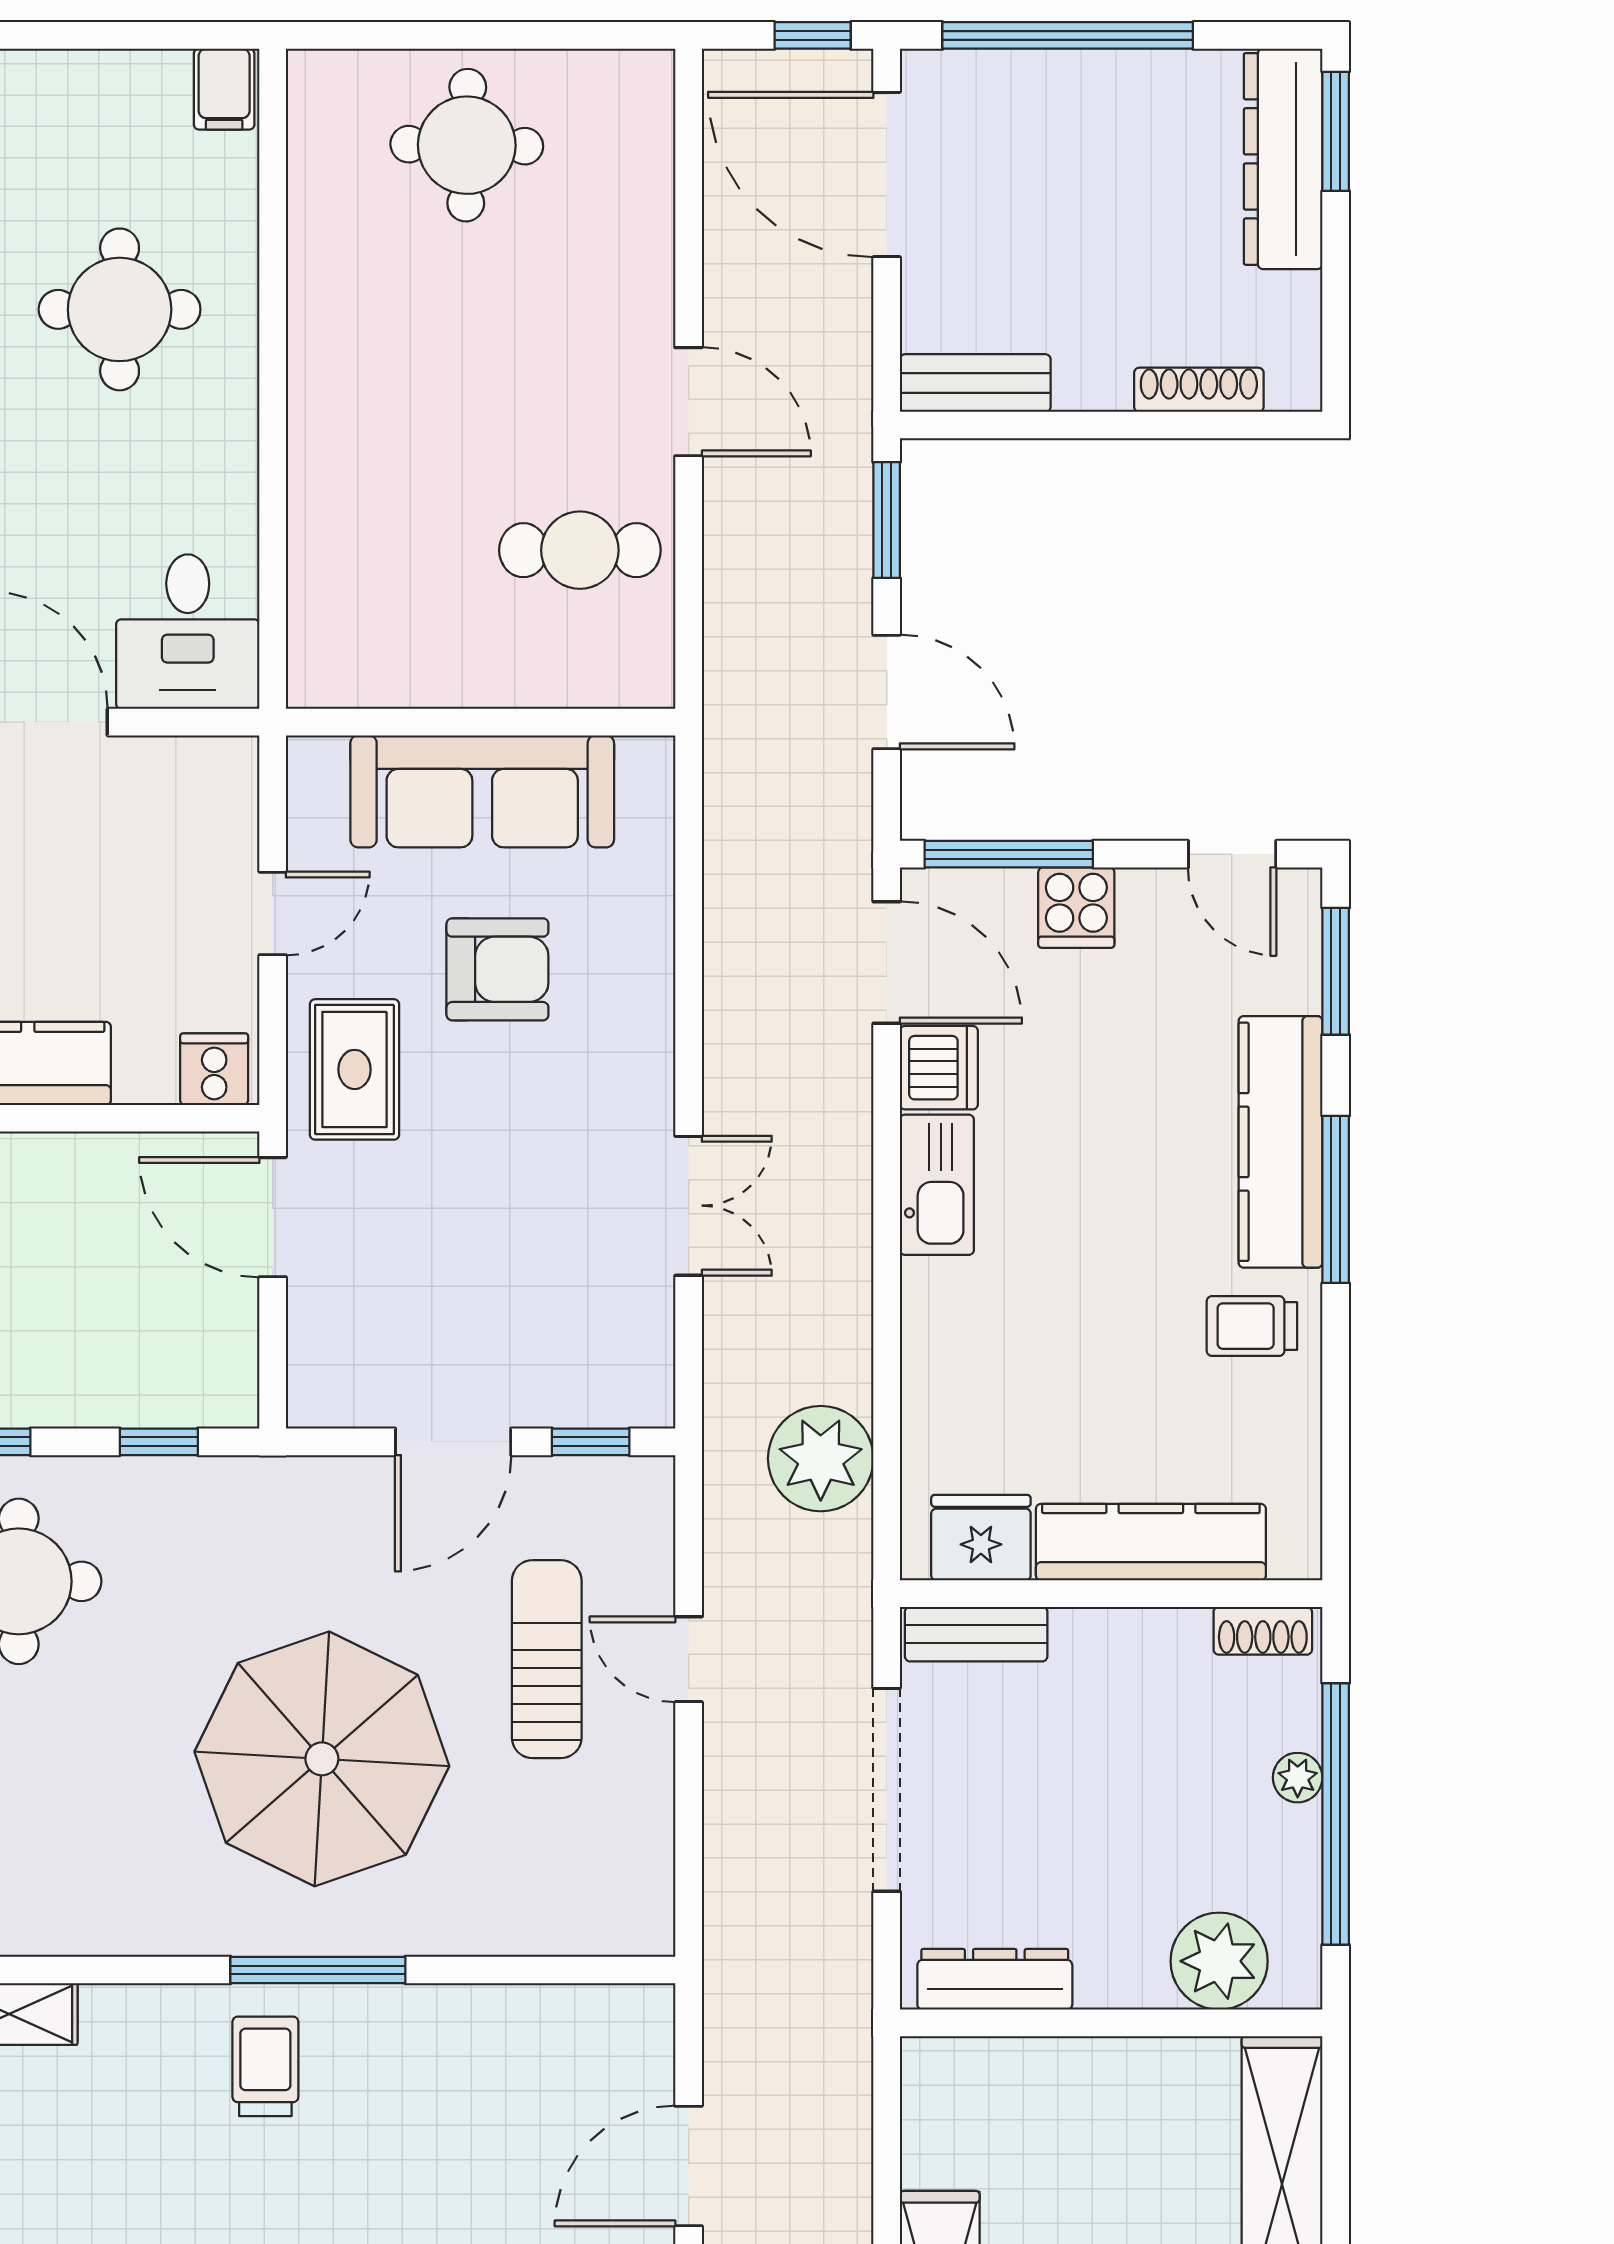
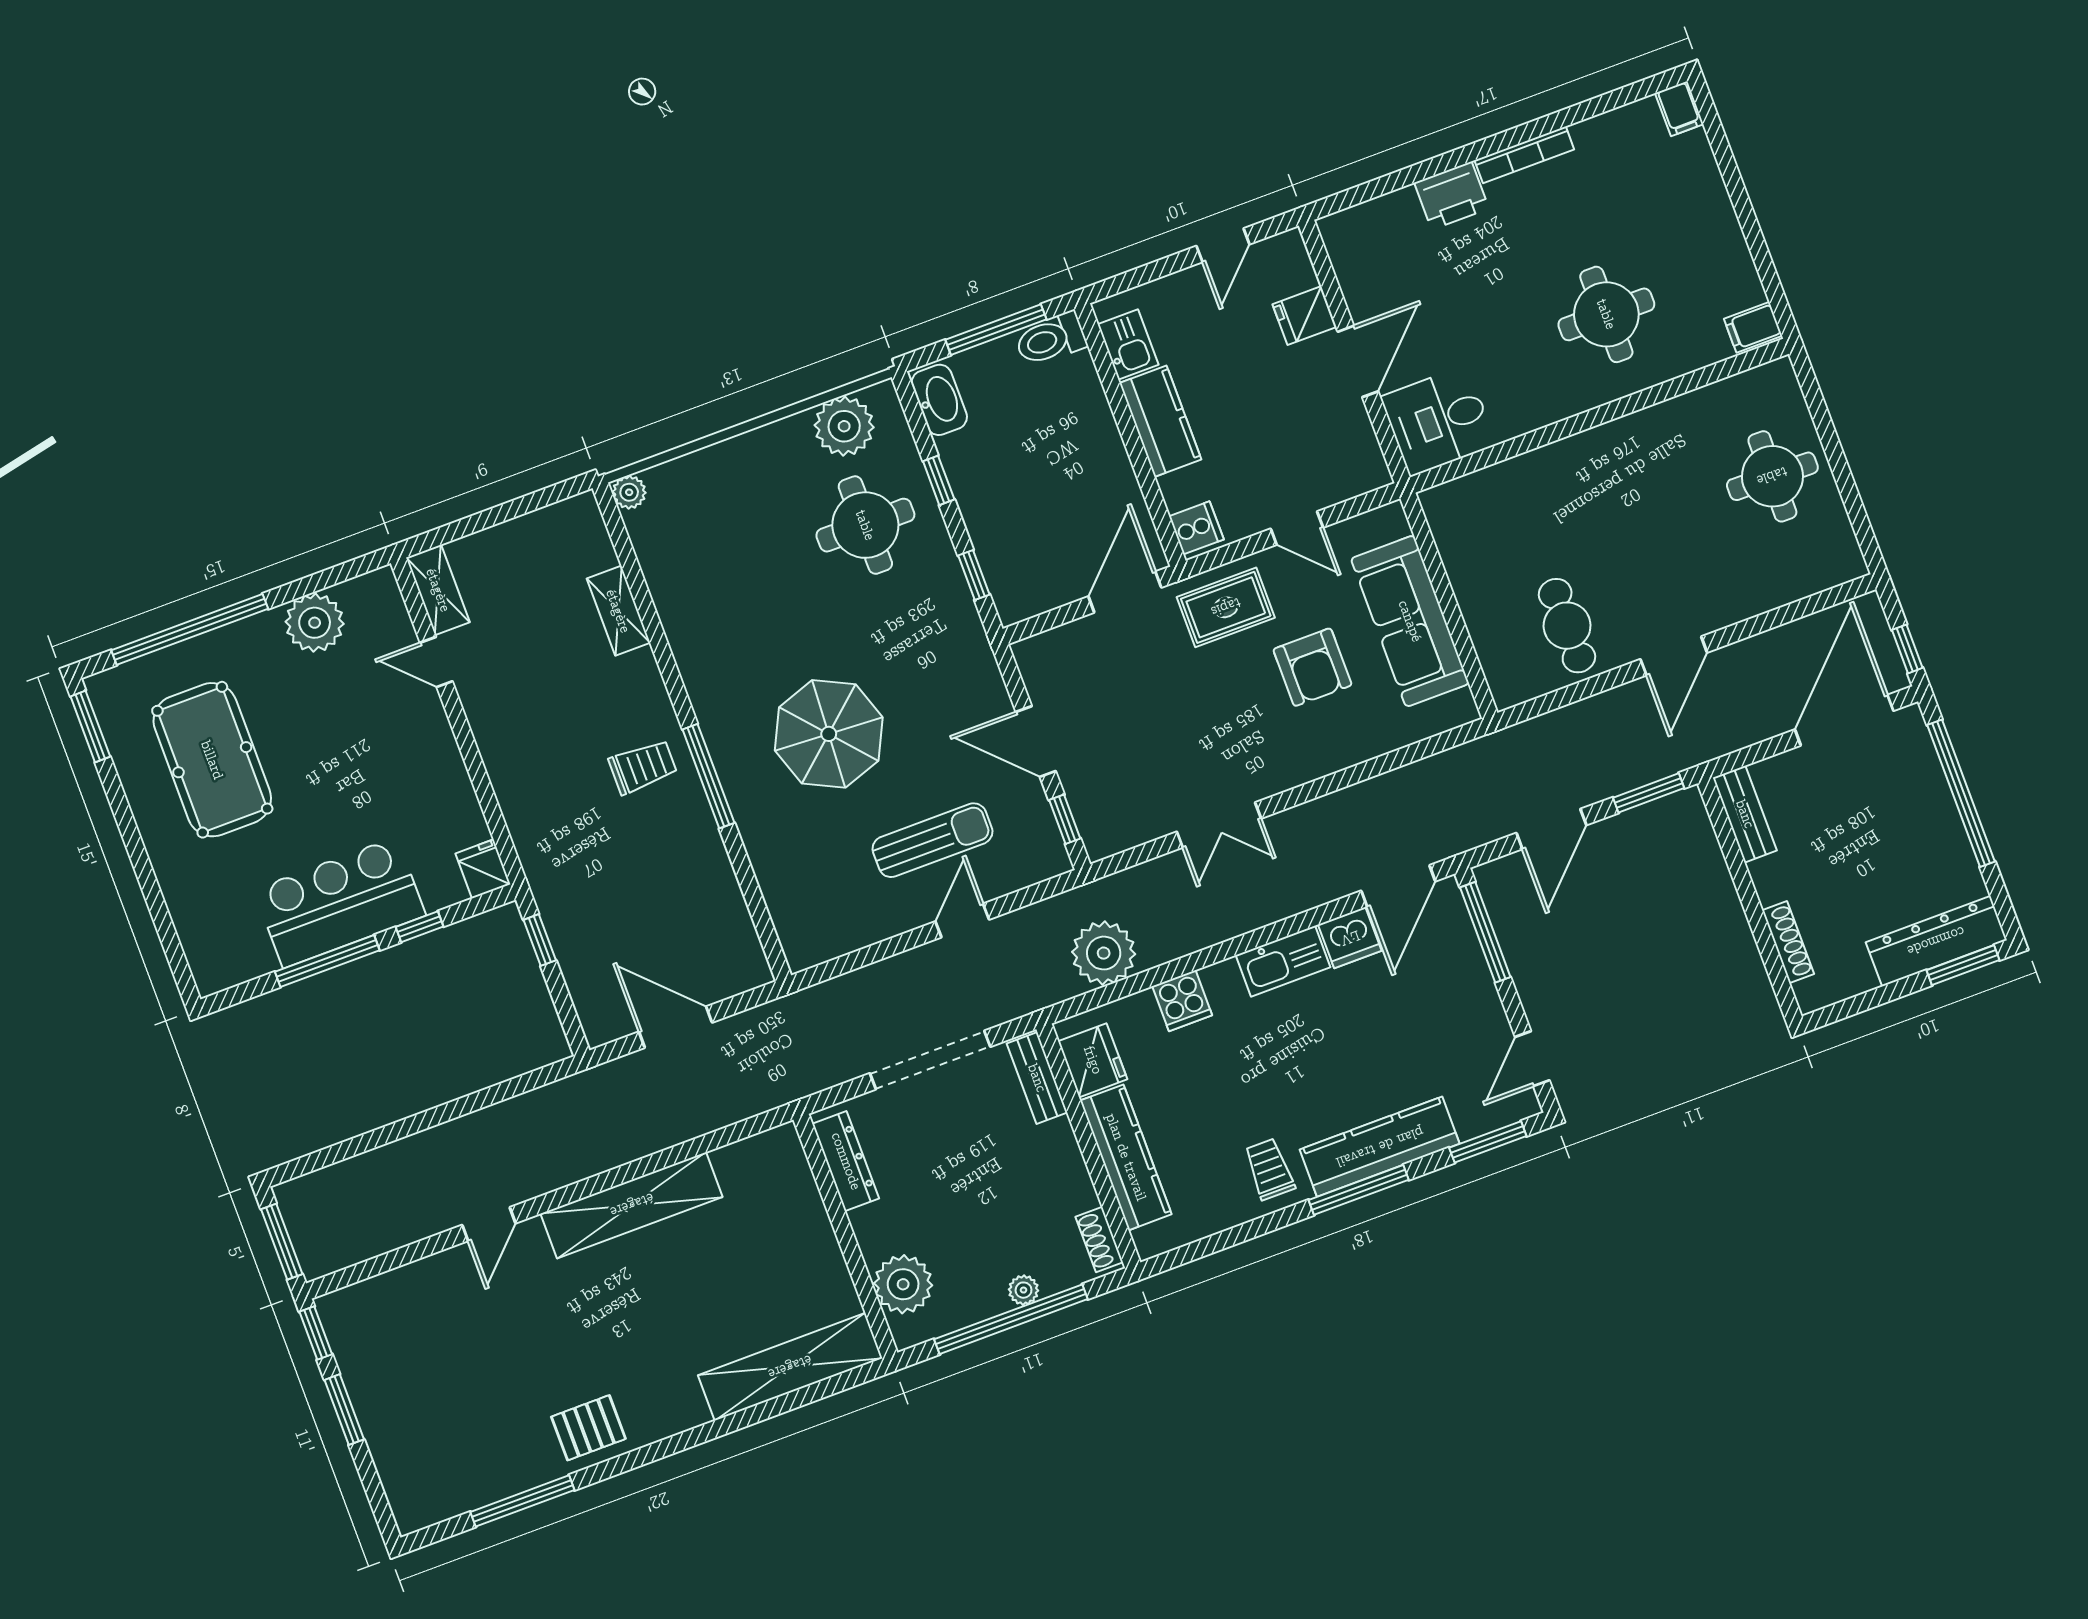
cooker: (1076, 908) -> (1182, 1001), moved, turned -90
parasol: (322, 1759) -> (829, 734), width x0.73, depth x0.73

